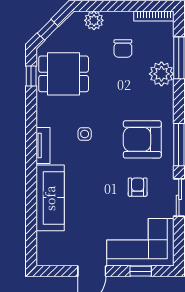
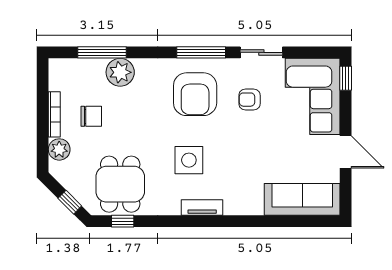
bookcase: (154, 16) -> (54, 114), moved
side table: (85, 134) -> (189, 160), width x1.87, depth x1.87
sofa: (50, 198) -> (302, 199), moved
window: (141, 271) -> (346, 78), moved

